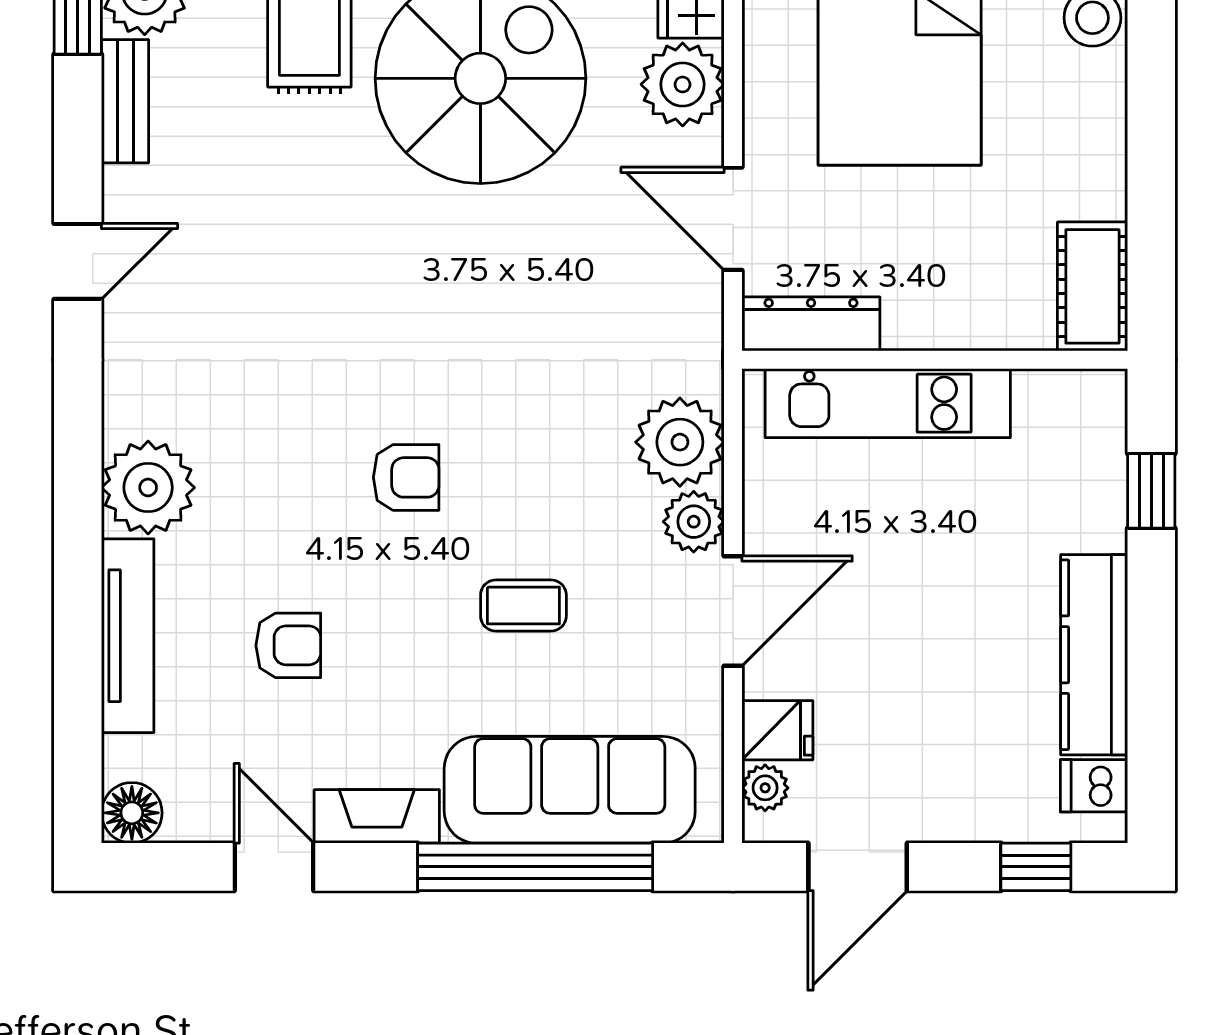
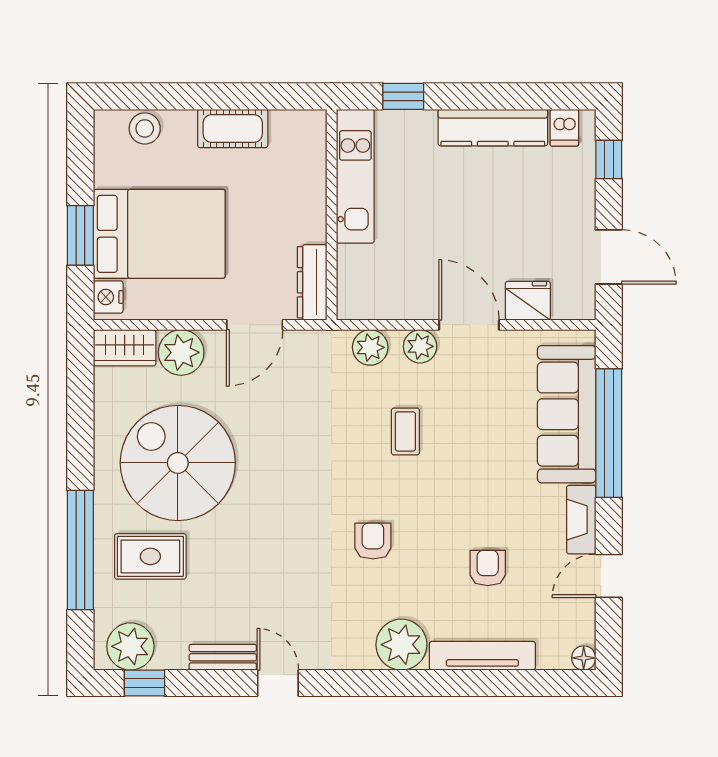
bench: (125, 101) -> (223, 657), moved
cot: (1092, 286) -> (233, 128), moved
kitchen unit: (888, 403) -> (355, 176), moved
plant: (680, 442) -> (370, 347), width x0.73, depth x0.73
armchair: (406, 477) -> (373, 541), moved
coffee table: (523, 605) -> (405, 432), moved
fridge: (777, 730) -> (528, 301), width x1.38
plant: (765, 788) -> (566, 307), removed
floor lamp: (132, 813) -> (584, 658), width x0.73, depth x0.73

